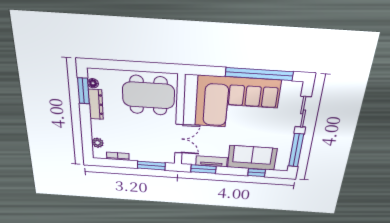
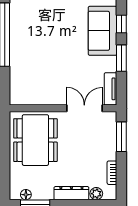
corner sofa: (237, 103) -> (38, 53), removed
dresser: (96, 104) -> (71, 193), moved
tv unit: (211, 161) -> (110, 89), moved
window: (203, 169) -> (121, 58), moved

